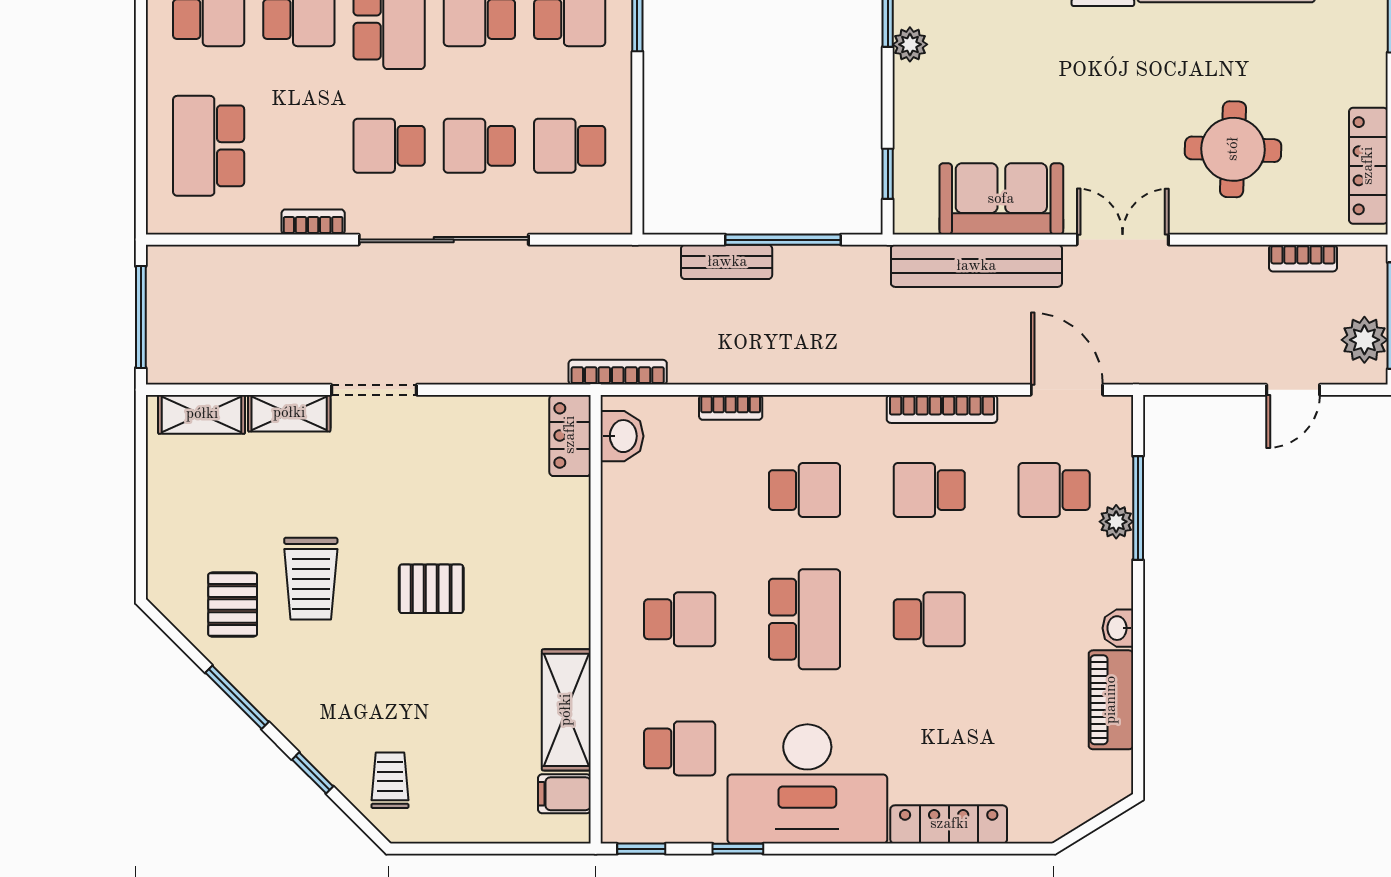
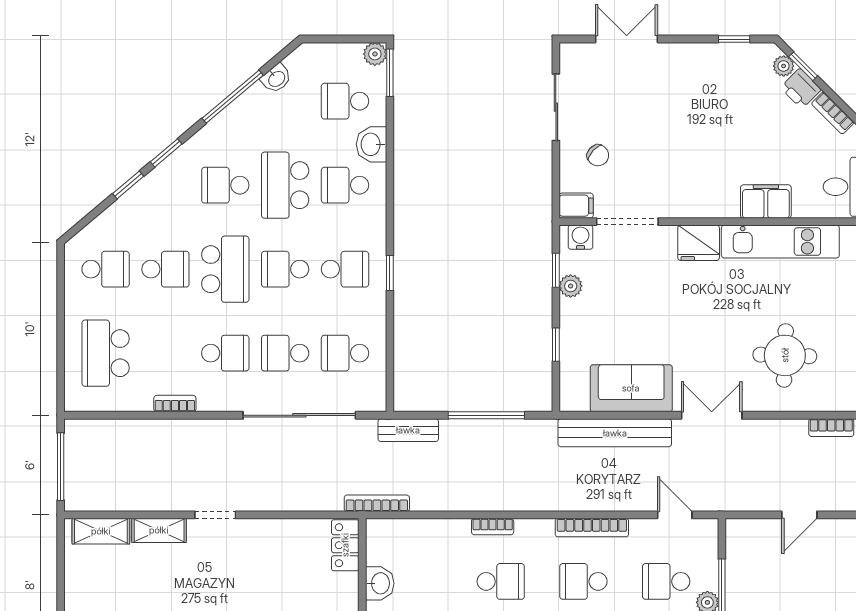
school desk: (389, 146) -> (225, 353), turned 180
window: (888, 174) -> (556, 345), moved
sliding door: (444, 240) -> (299, 415), moved
bench: (727, 262) -> (408, 430), moved
doorway: (374, 390) -> (215, 515), width x0.73
door: (1067, 390) -> (675, 515), width x0.73
door: (1293, 390) -> (799, 515), moved
bookcase: (731, 407) -> (493, 527), moved
washbasin: (622, 436) -> (380, 583), moved

